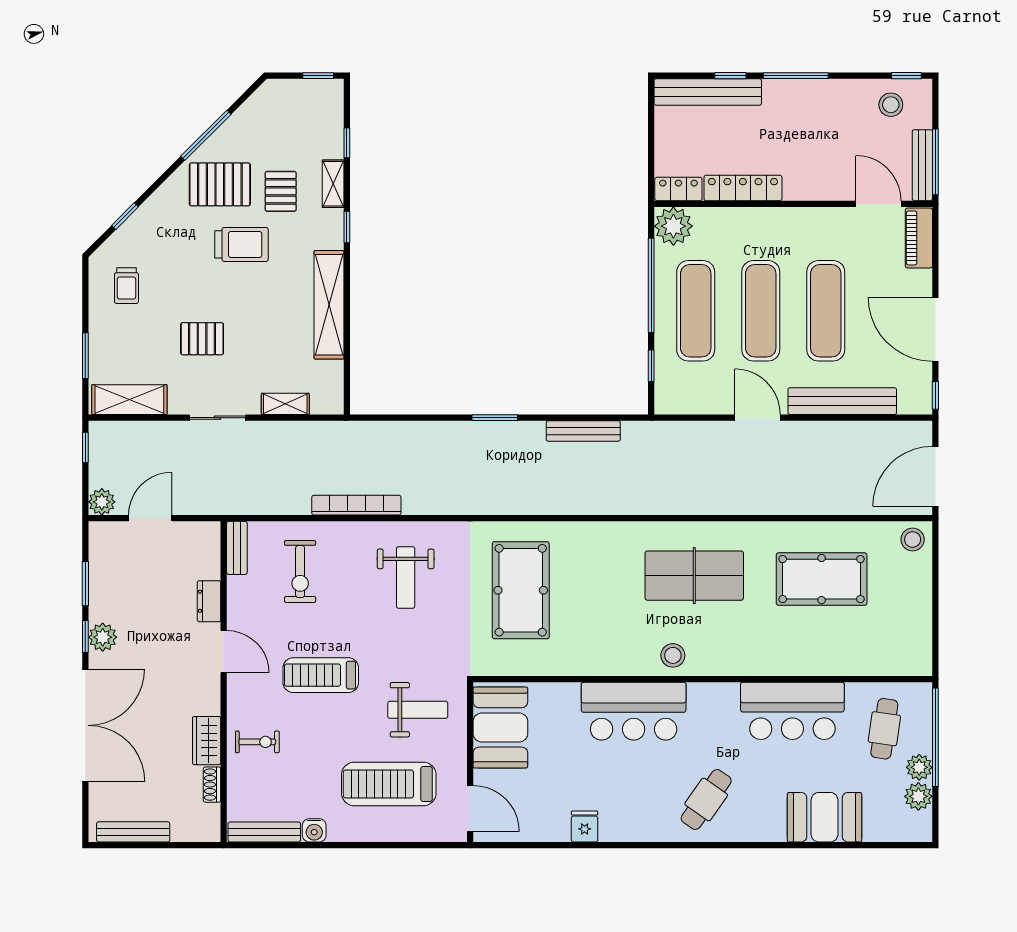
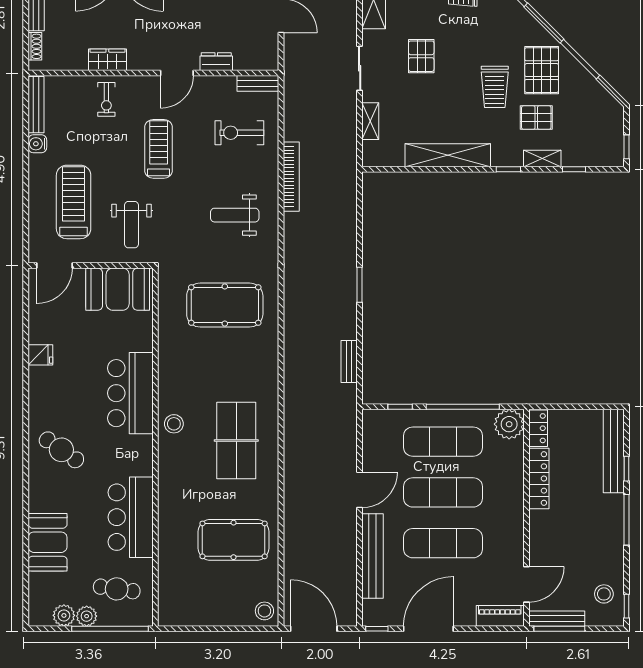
bench: (583, 431) -> (349, 362), width x0.73
pool table: (822, 579) -> (234, 540), turned 90
shoe rack: (212, 785) -> (35, 46), moved, turned 90

